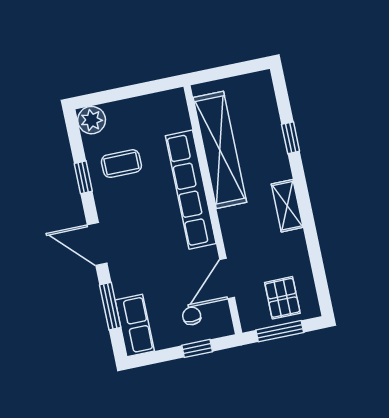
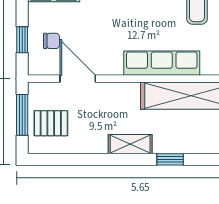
window: (291, 138) -> (170, 159), moved
row of seats: (191, 190) -> (162, 63), width x0.73

